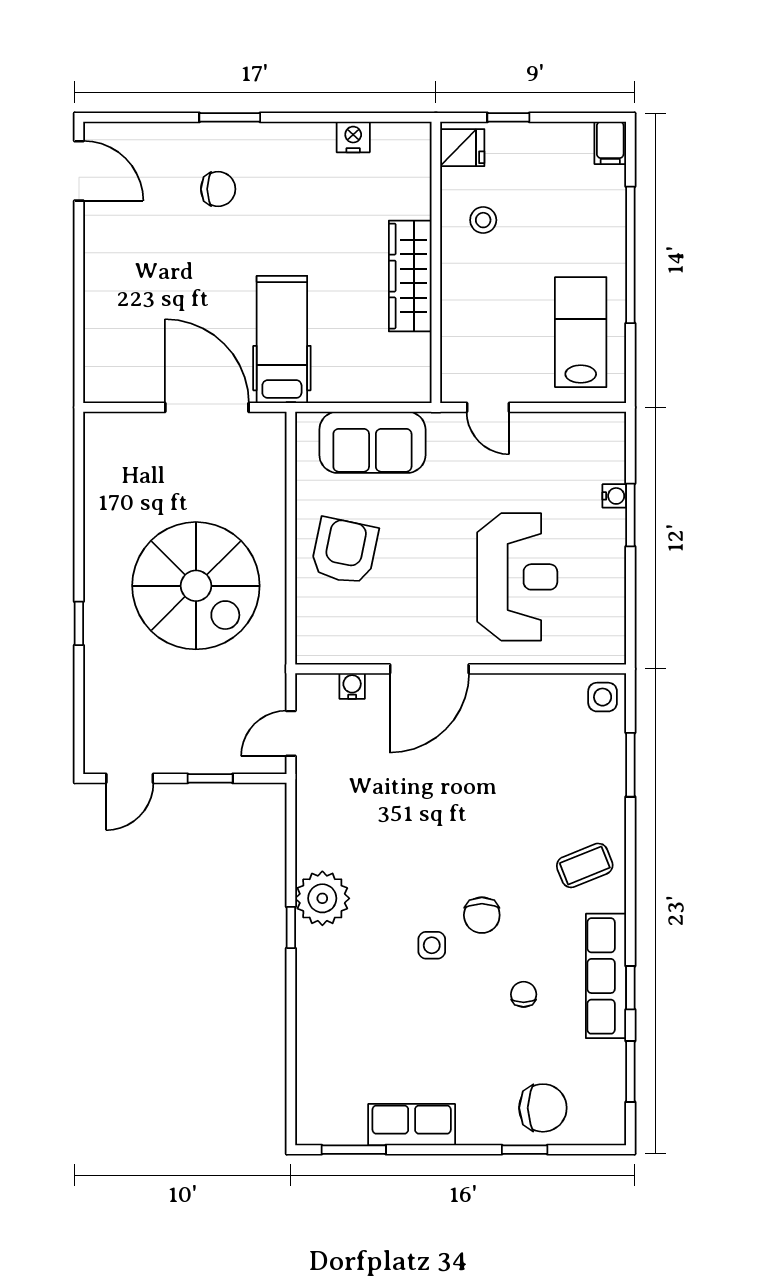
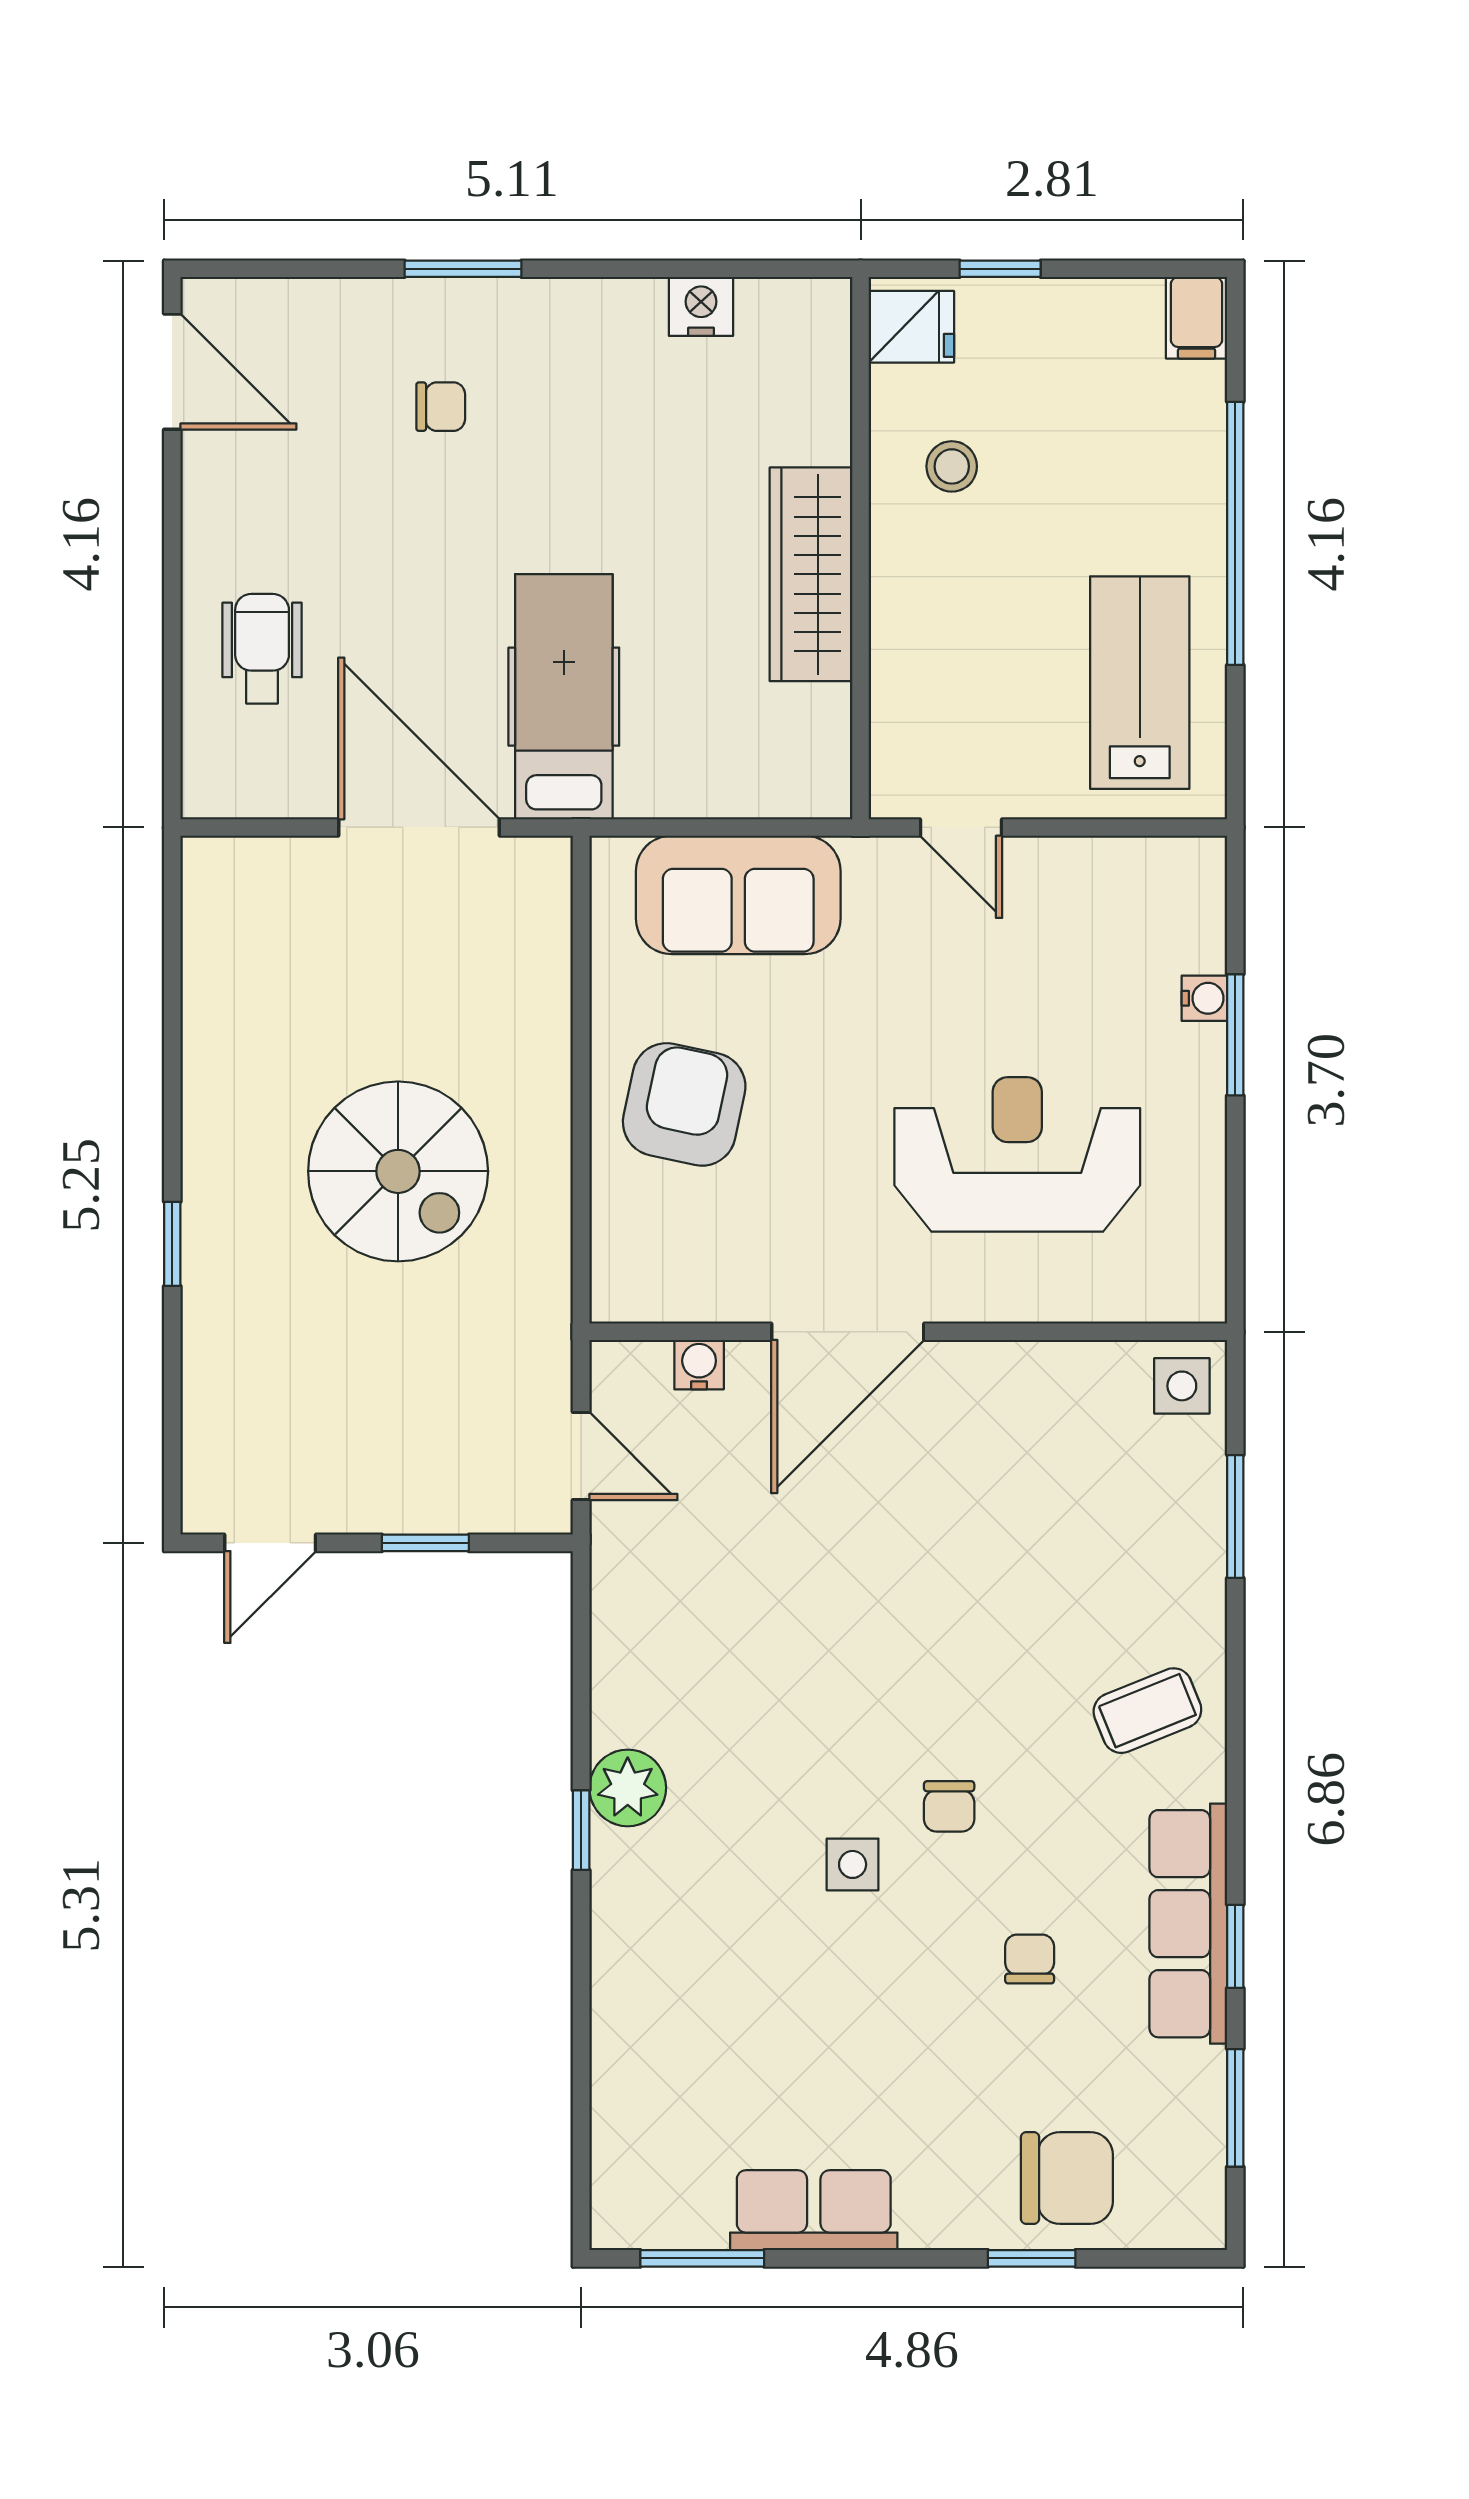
chair: (218, 189) -> (441, 407), width x0.73, depth x0.73
wheelchair: (125, 315) -> (262, 649), added
reception desk: (517, 577) -> (1017, 1154), turned -90
spiral stairs: (196, 586) -> (398, 1171), width x0.73, depth x0.73
door: (291, 733) -> (581, 1456), swing flipped
plant: (322, 898) -> (628, 1788), width x0.73, depth x0.73
chair: (482, 915) -> (949, 1806), width x0.73, depth x0.73

